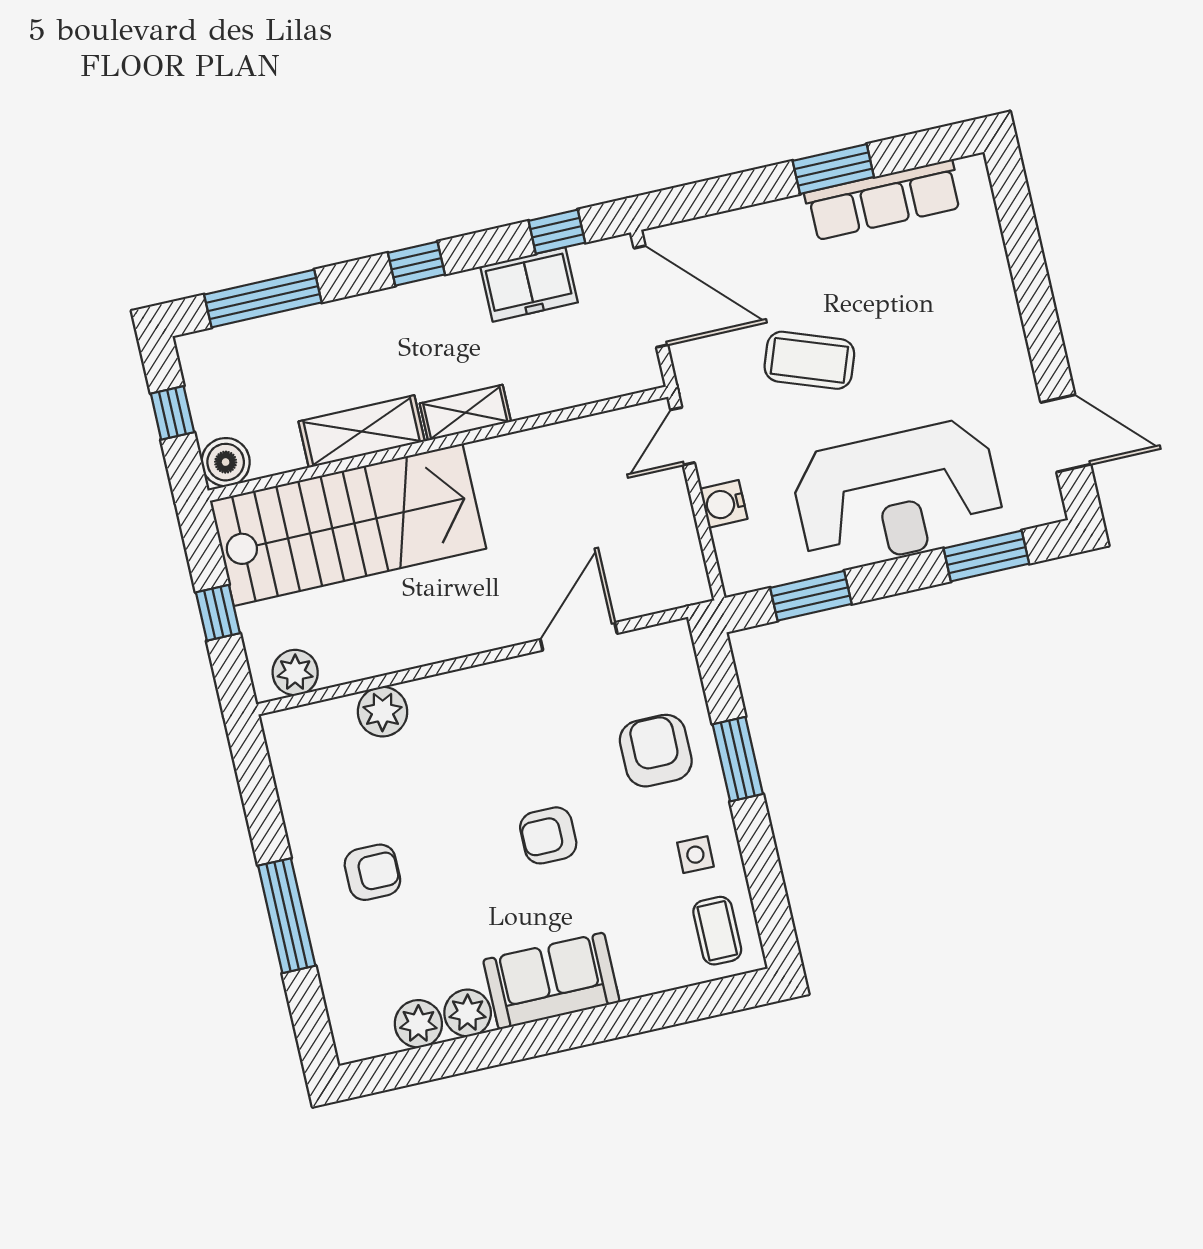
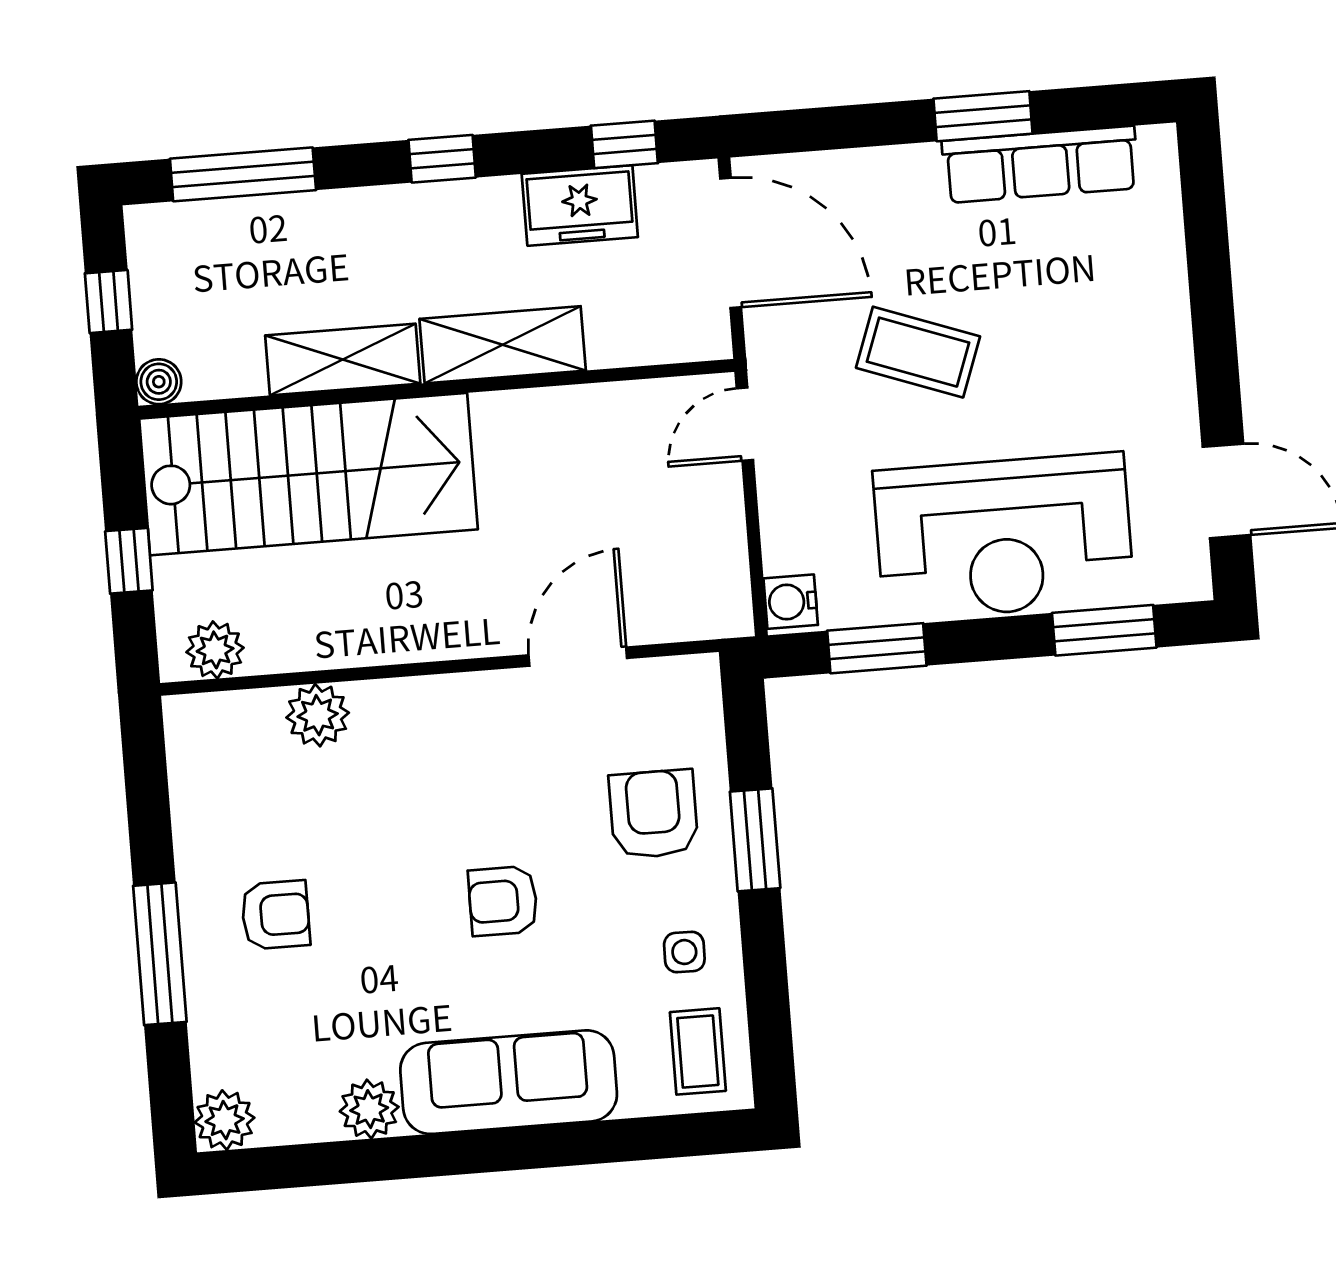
shelving: (465, 413) -> (503, 345), width x1.50, depth x1.33
boiler: (226, 462) -> (159, 382), width x0.73, depth x0.73
water cooler: (724, 504) -> (791, 602), moved
sofa: (551, 981) -> (509, 1082), width x1.36
plant: (418, 1024) -> (225, 1120), moved

